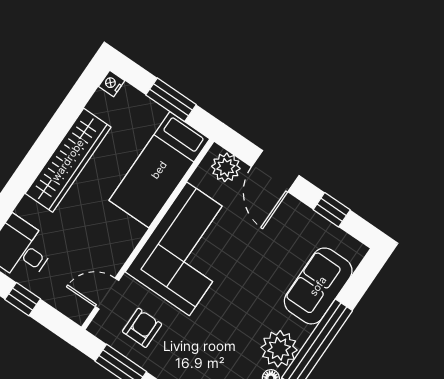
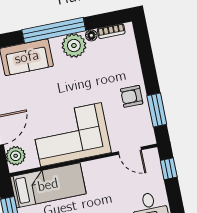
window: (23, 299) -> (169, 169), moved
armchair: (142, 328) -> (132, 96), moved

